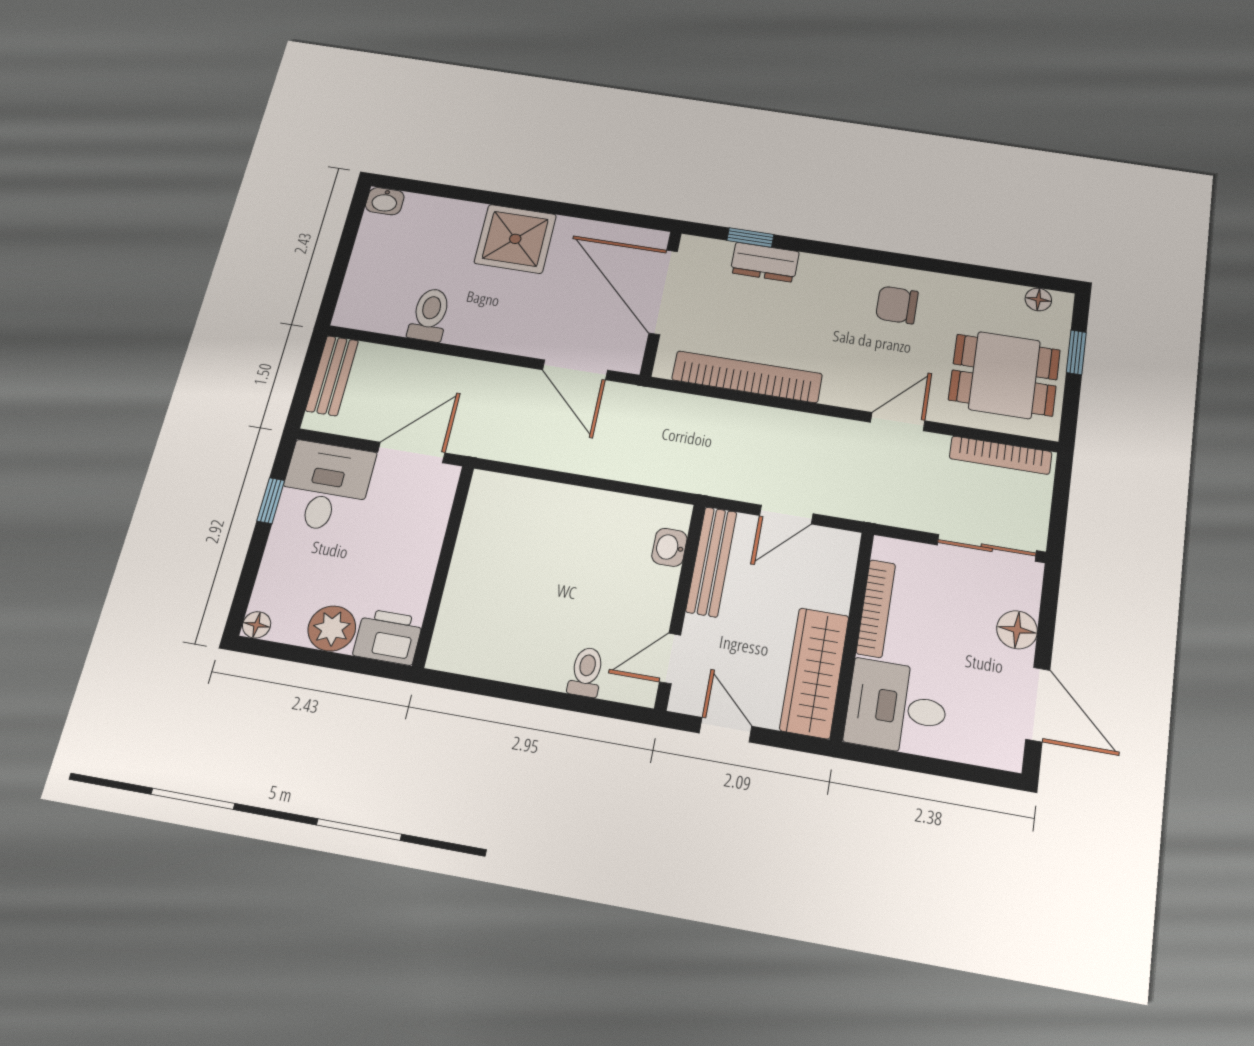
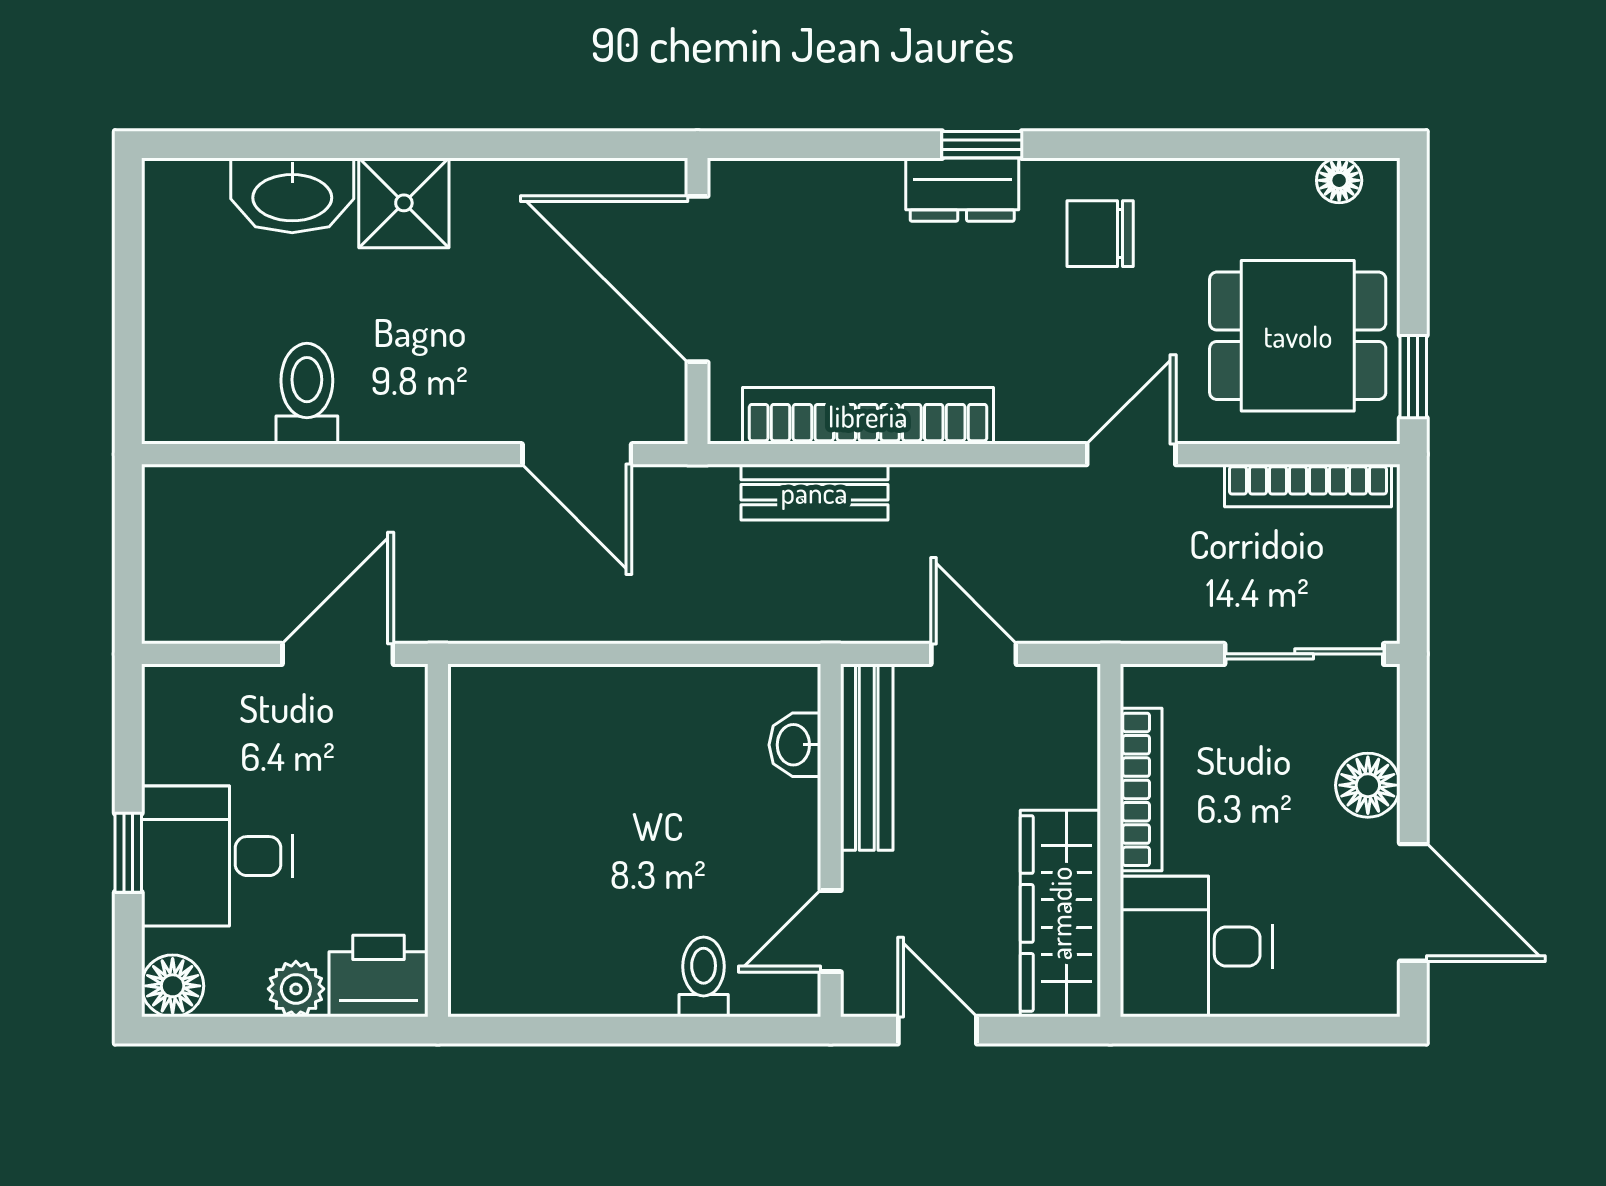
washbasin: (385, 201) -> (292, 195), moved, width x1.91, depth x1.45
window: (750, 237) -> (982, 145), moved
shower: (515, 239) -> (404, 203), width x0.73, depth x0.73
dresser: (765, 262) -> (962, 190), moved
window: (1076, 352) -> (1413, 377), moved
bench: (332, 376) -> (814, 492), moved, turned 90
desk: (326, 487) -> (217, 856), moved, turned -90
window: (271, 501) -> (128, 853), moved
door: (786, 515) -> (974, 654), swing flipped
floor lamp: (257, 625) -> (173, 986), width x1.37, depth x1.37
plant: (332, 628) -> (296, 989), width x0.73, depth x0.73

